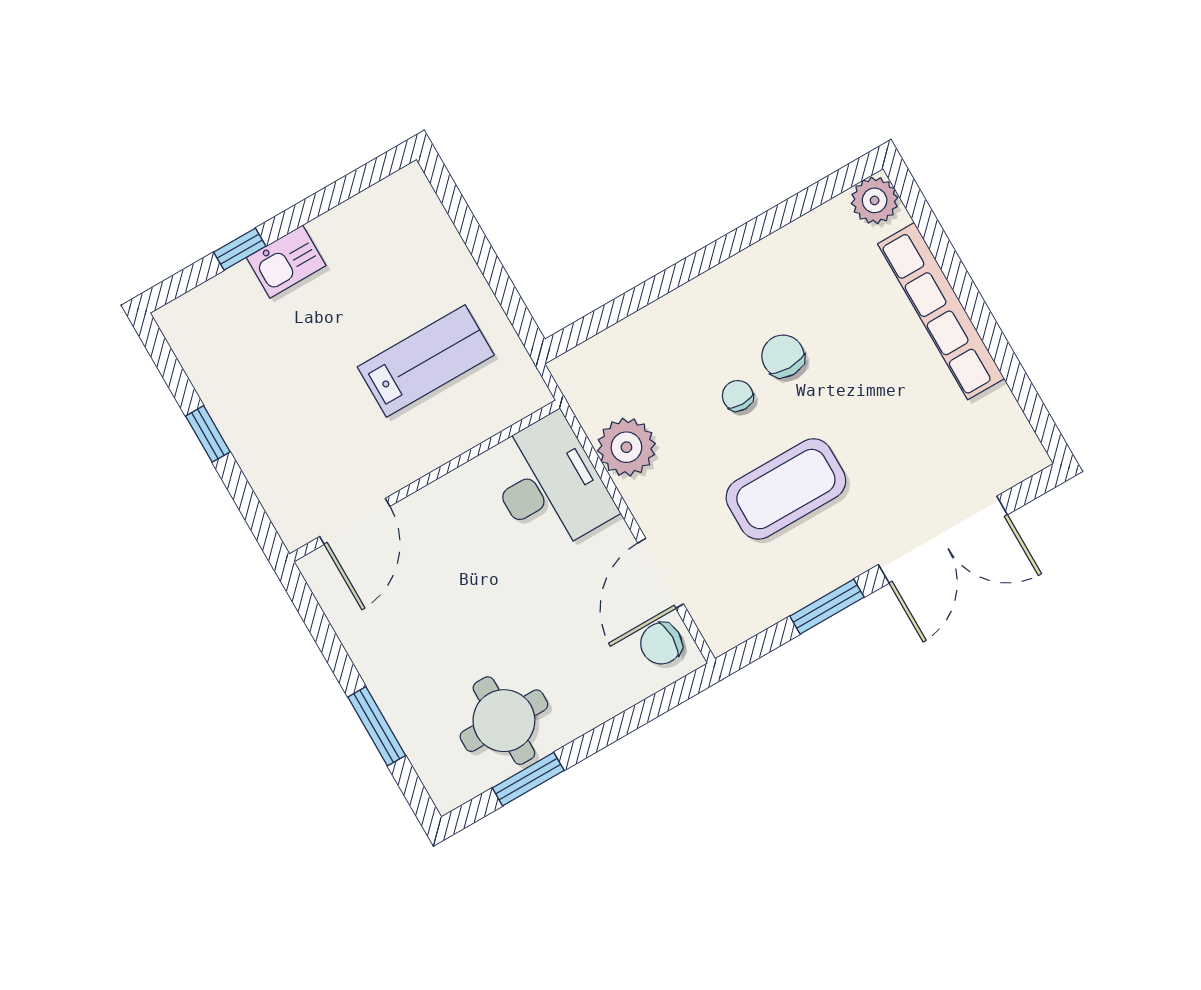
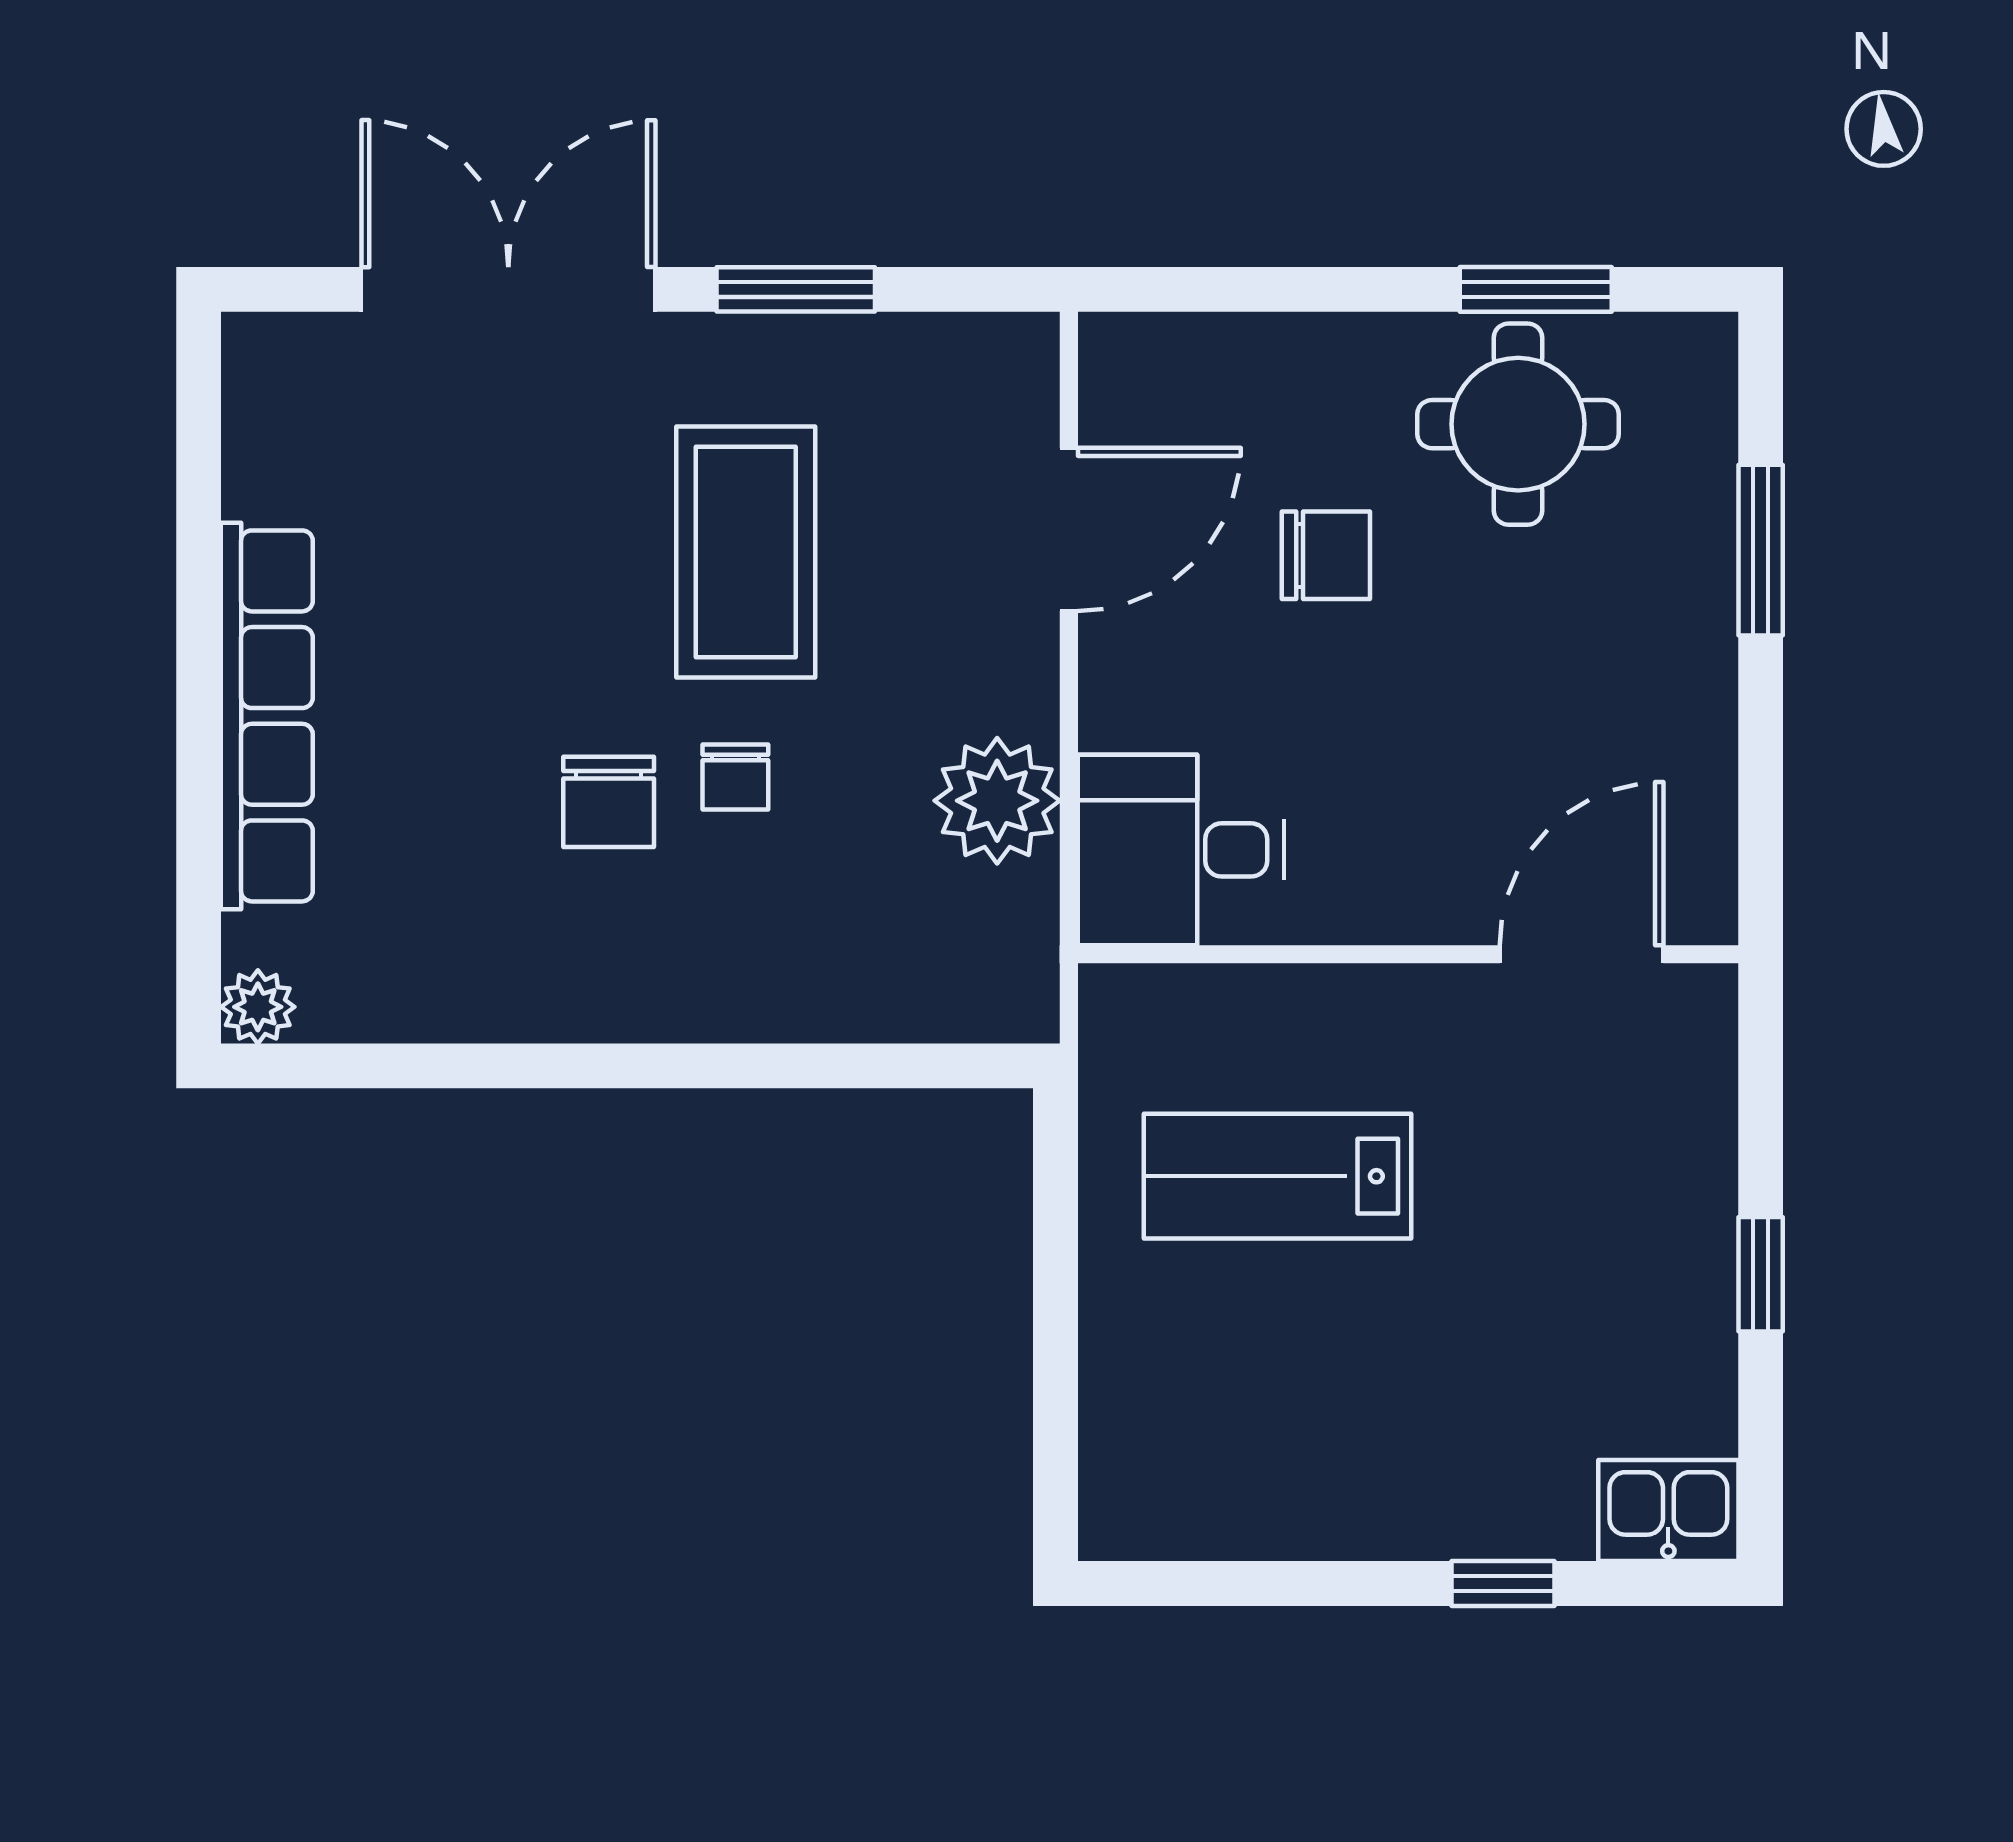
plant: (875, 200) -> (258, 1007), width x0.73, depth x0.73
kitchen sink: (286, 262) -> (1668, 1511), moved
desk: (549, 484) -> (1181, 850), width x0.73
coffee table: (786, 489) -> (746, 552), turned 90
chair: (661, 643) -> (1326, 555), moved

